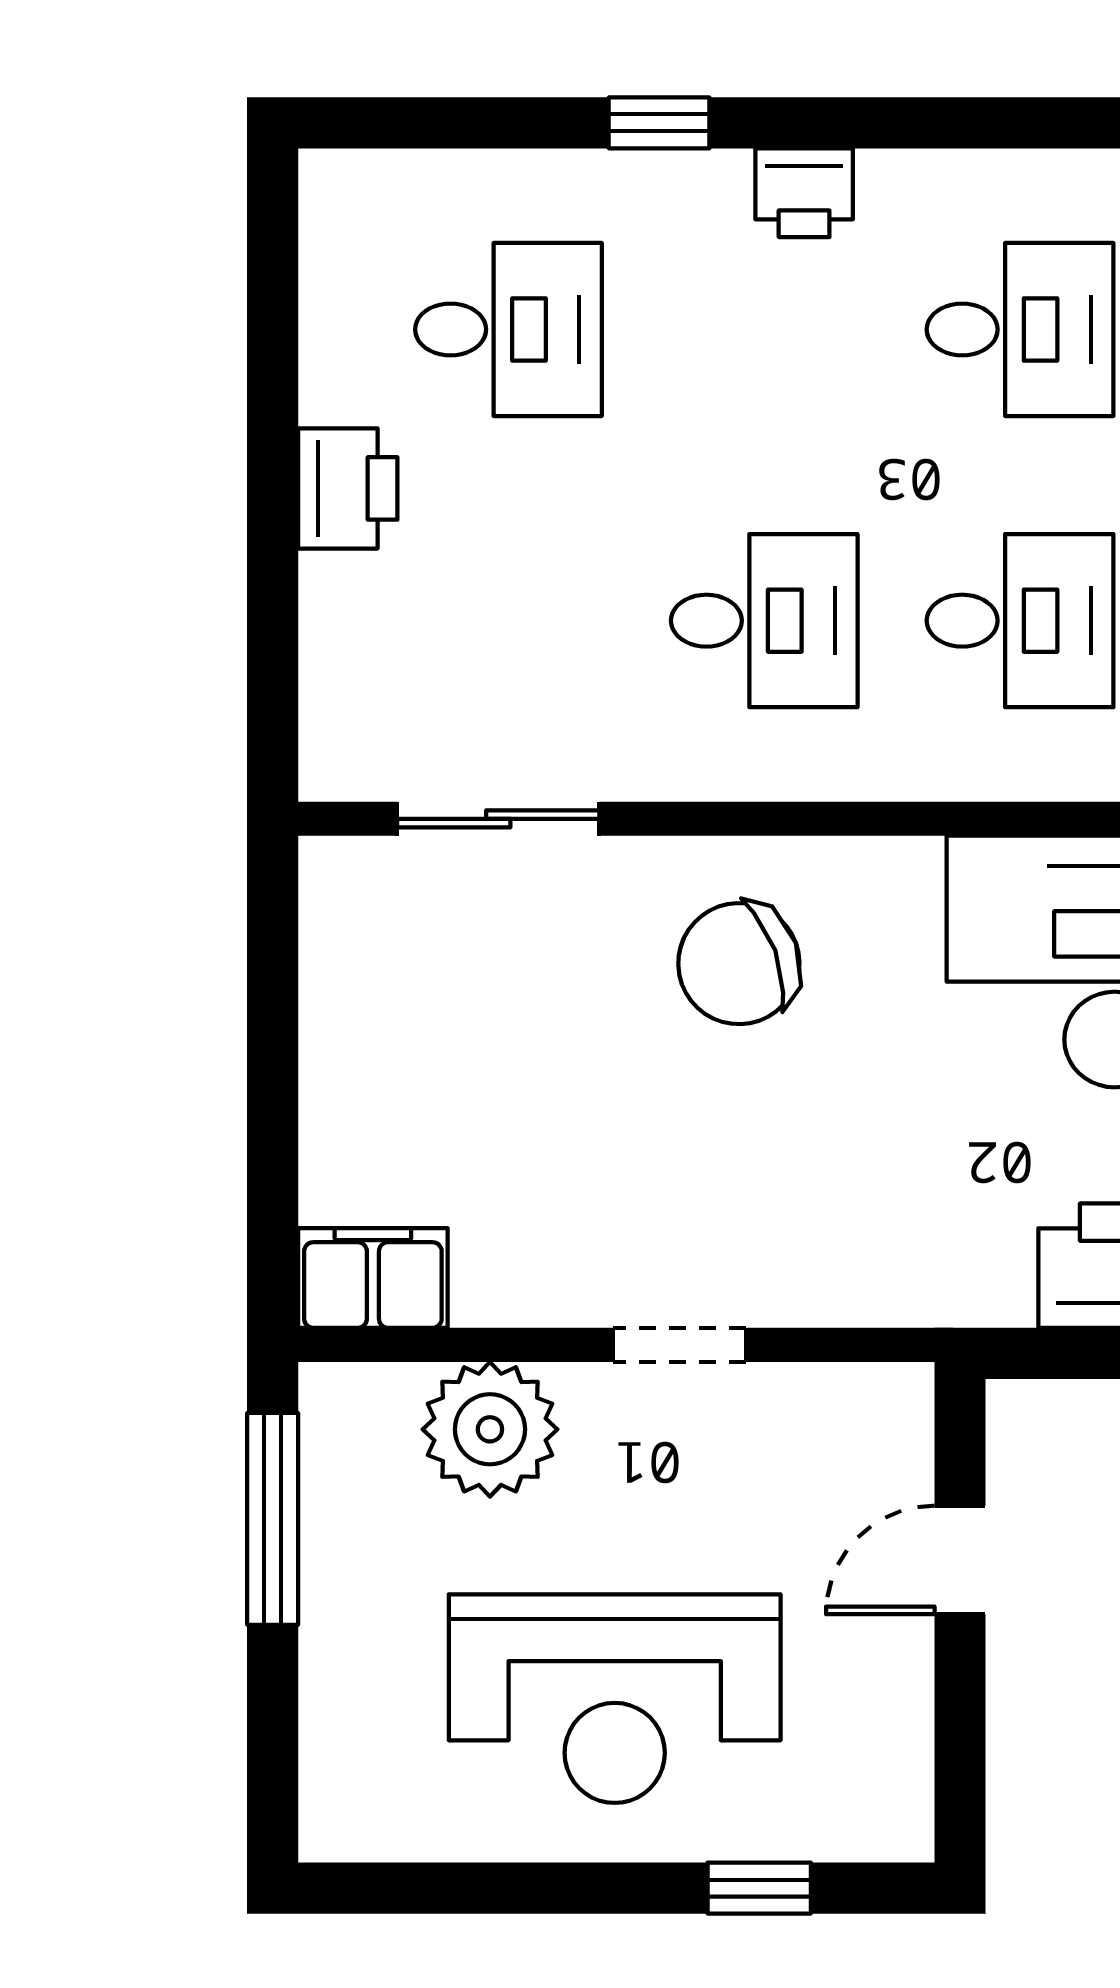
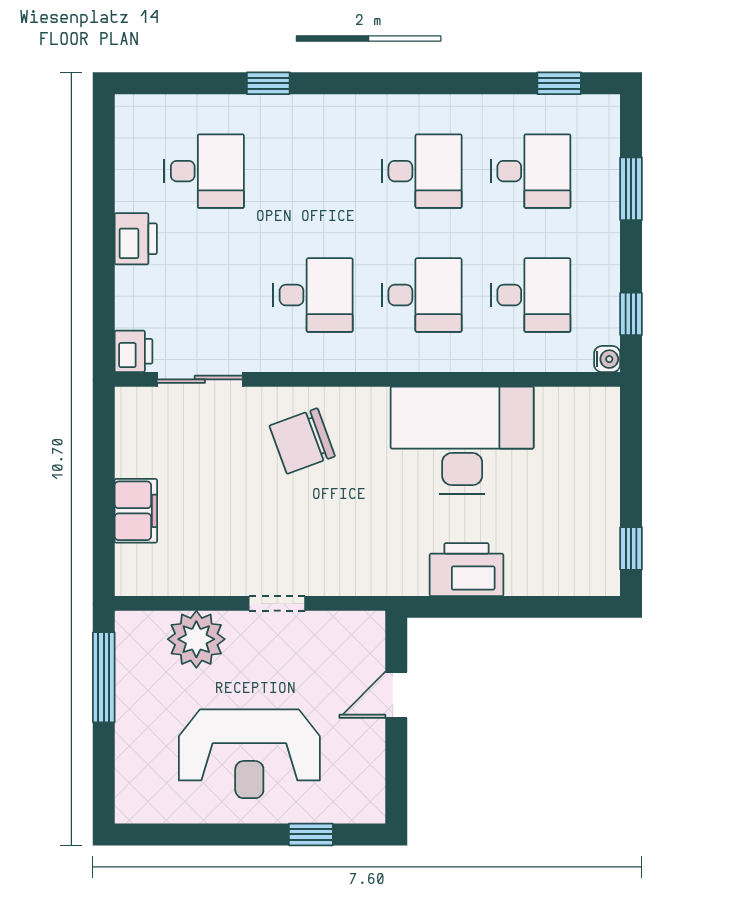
printer: (804, 193) -> (133, 351), moved, turned -90
filing cabinet: (373, 1278) -> (136, 511), moved, turned 90

